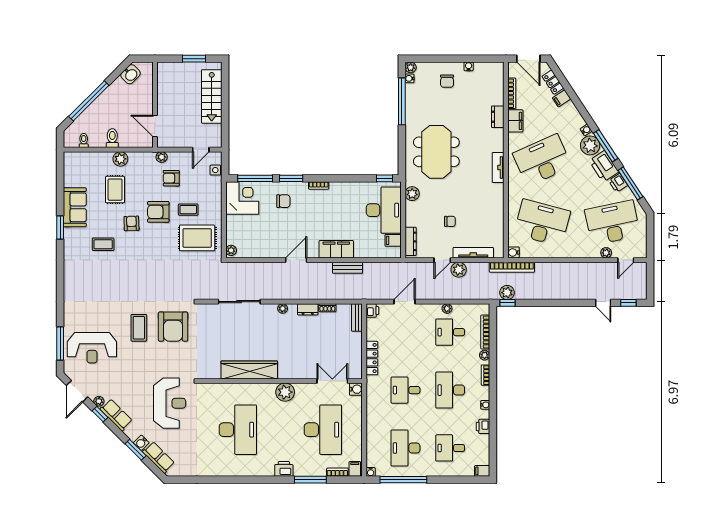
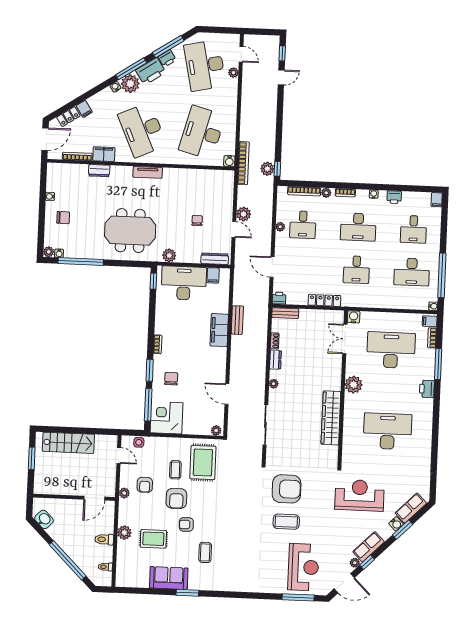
tv unit: (473, 253) -> (228, 199), removed
door: (296, 260) -> (227, 394), moved

